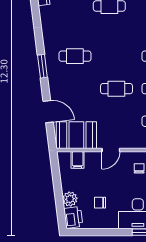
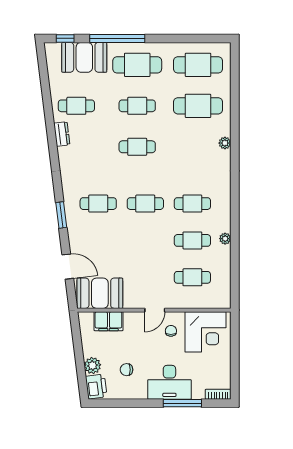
cafe table: (116, 89) -> (145, 204), moved
door: (111, 150) -> (155, 310), moved
filing cabinet: (78, 160) -> (108, 321), width x2.00

